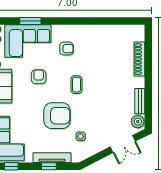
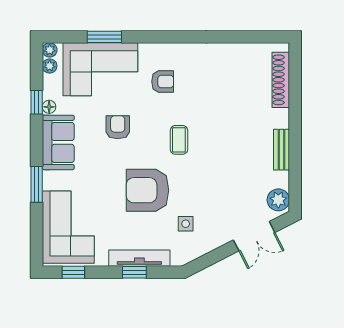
shoe rack: (139, 59) -> (281, 80), moved
bench: (140, 101) -> (281, 150), moved
armchair: (57, 116) -> (147, 190), turned 180

